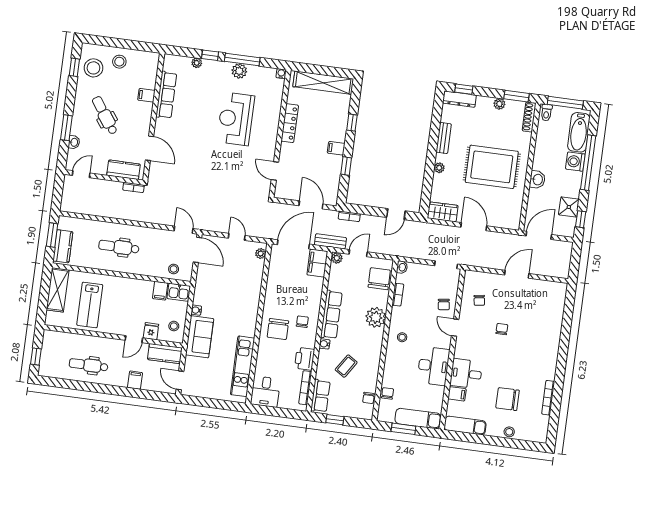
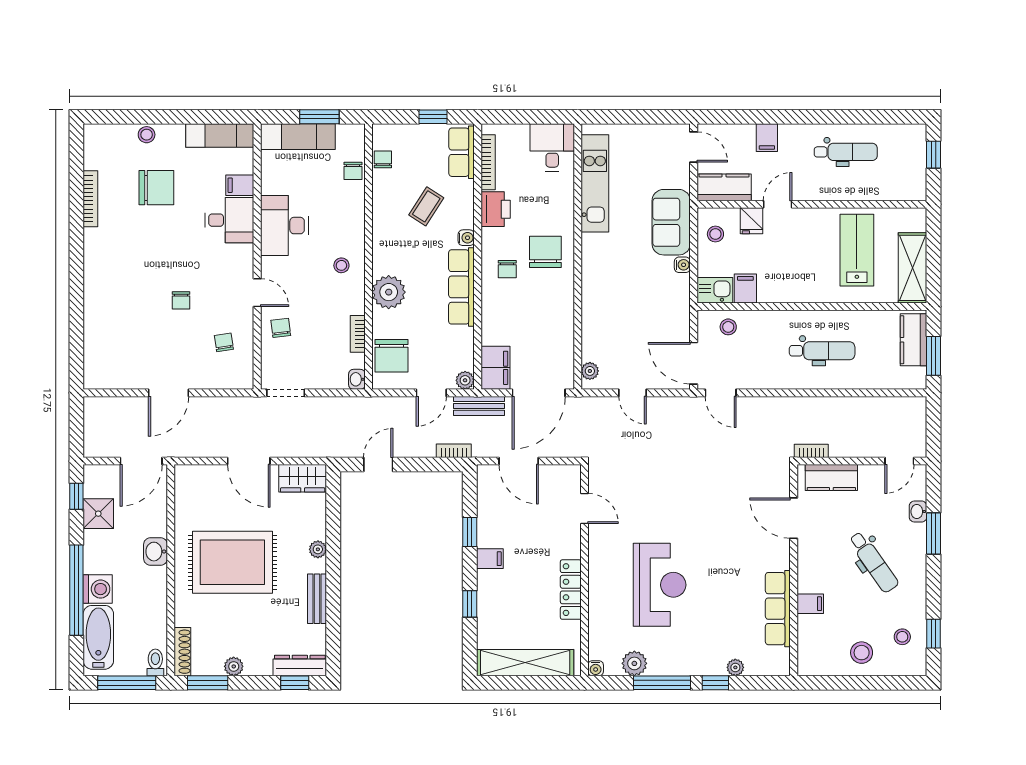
stool: (93, 68) -> (902, 637), width x0.53, depth x0.53
plant: (239, 71) -> (634, 663), moved

